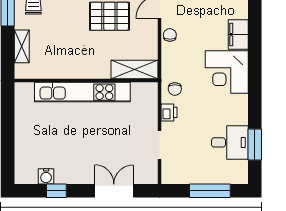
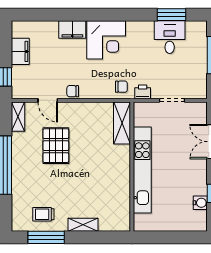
shelving: (134, 70) -> (122, 123), moved
wall: (86, 81) -> (132, 167), moved
kitchen unit: (82, 92) -> (142, 170), moved

